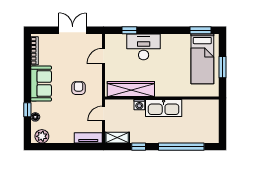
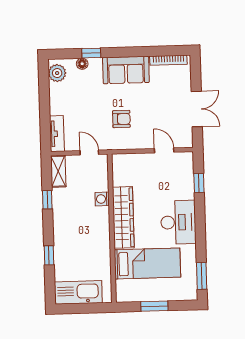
desk: (144, 47) -> (178, 222), moved
bed: (202, 59) -> (147, 263), moved, turned 180
wardrobe: (131, 89) -> (123, 217), moved
kitchen sink: (164, 108) -> (78, 292), moved, turned 90
window: (181, 147) -> (49, 255), width x0.32

